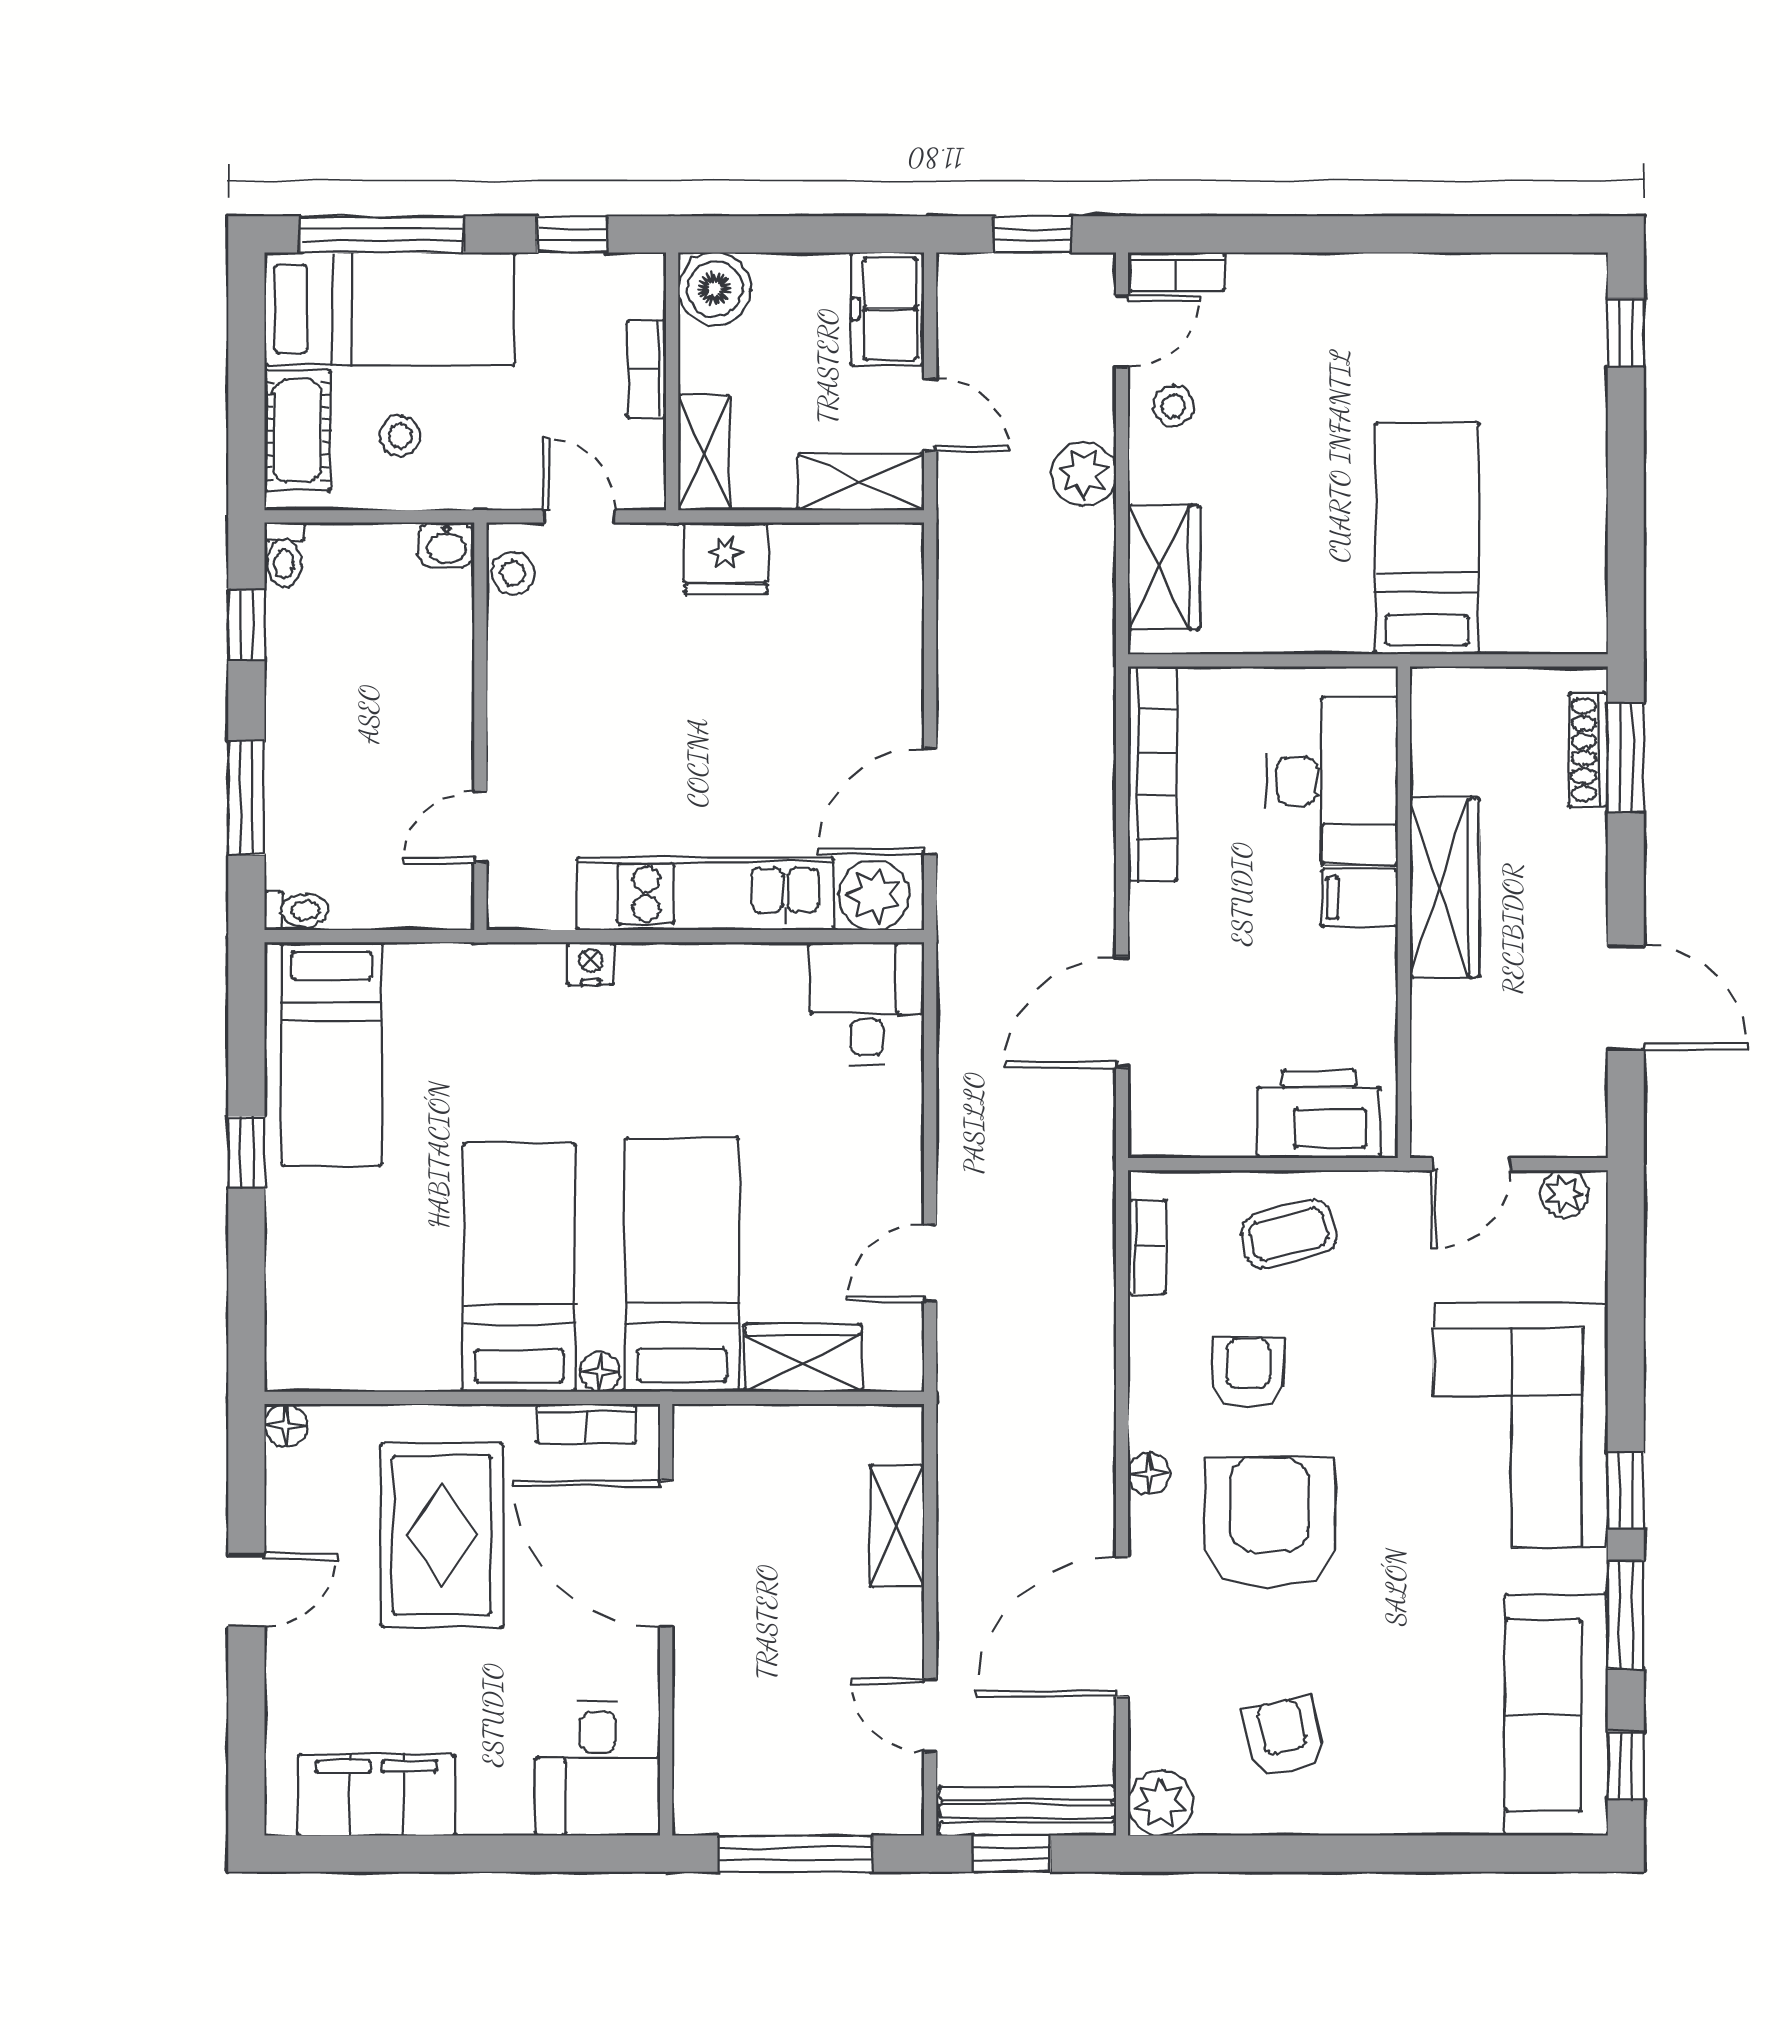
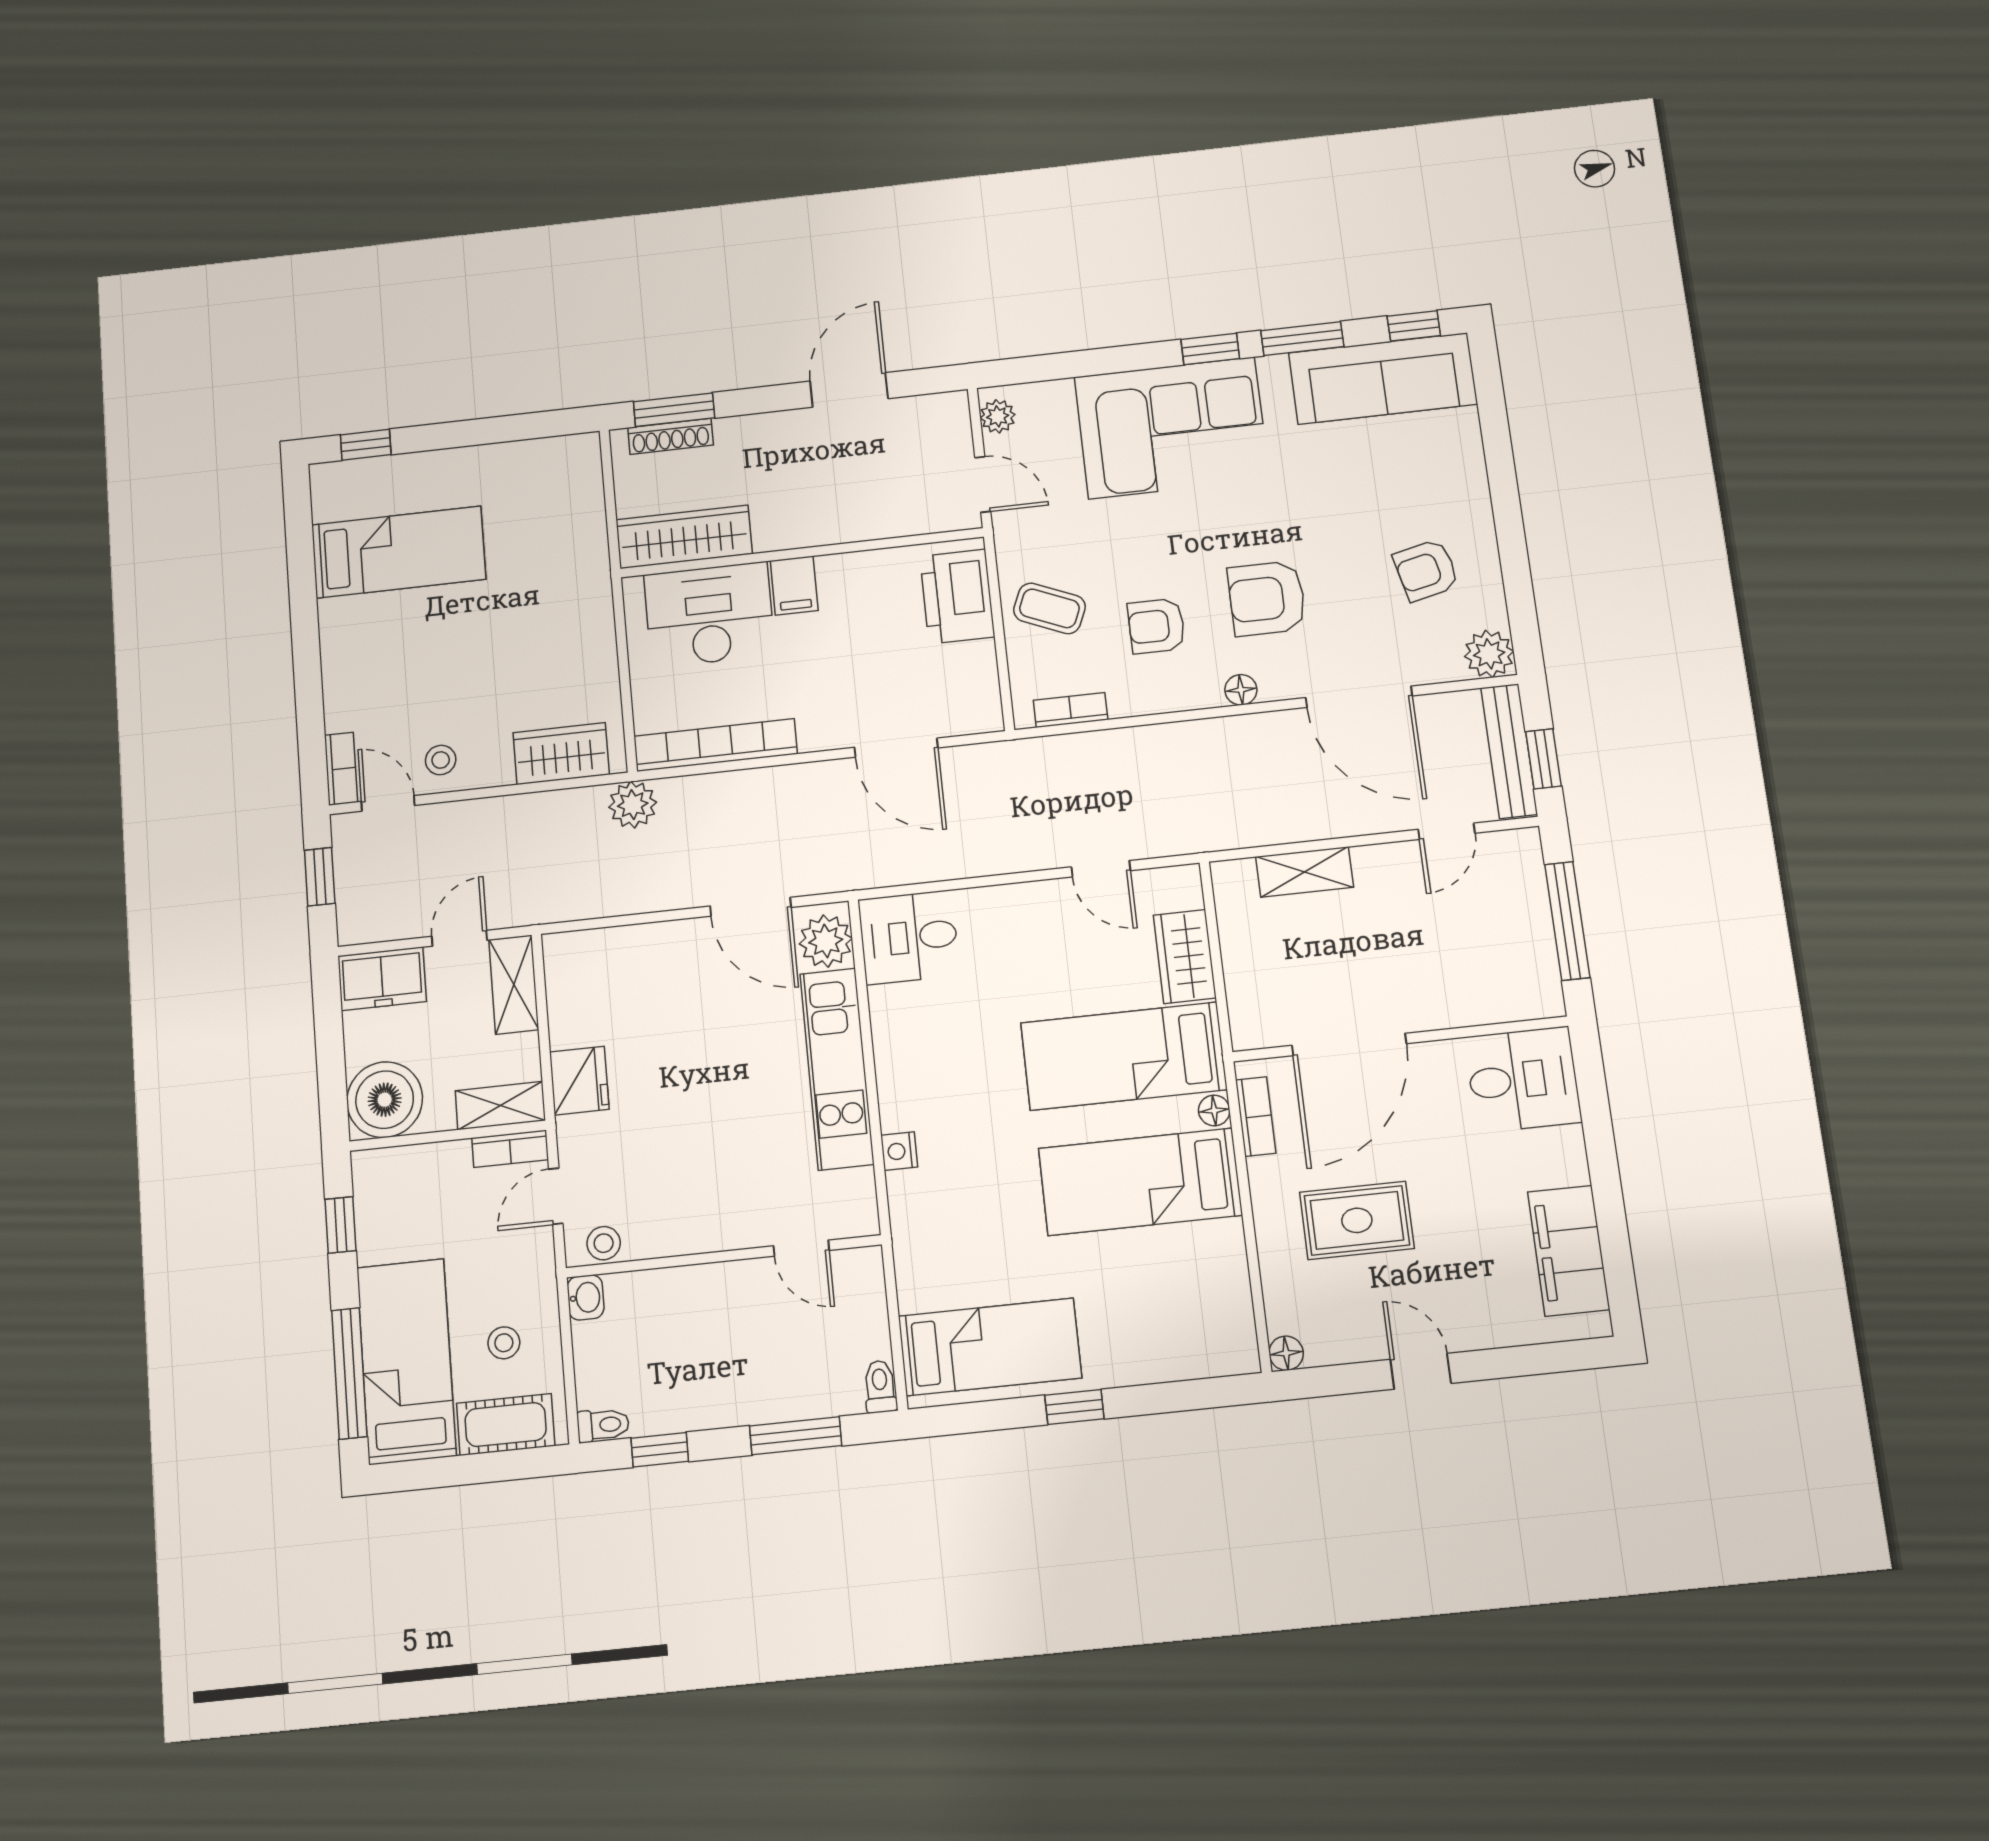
boiler: (715, 289) -> (385, 1100), width x1.37, depth x1.37
bookcase: (647, 369) -> (510, 1149), moved
plant: (1084, 474) -> (633, 805), moved
bed: (1427, 538) -> (399, 552), moved, turned 180
wardrobe: (1445, 887) -> (684, 537), moved
coffee table: (1289, 1234) -> (1049, 608), turned -52
armchair: (1269, 1523) -> (1267, 598), width x0.73, depth x0.73
rug: (442, 1535) -> (1357, 1220), width x0.73, depth x0.70

